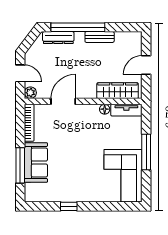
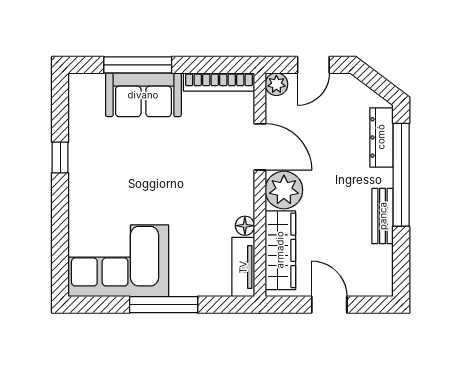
plant: (86, 89) -> (284, 190), added

